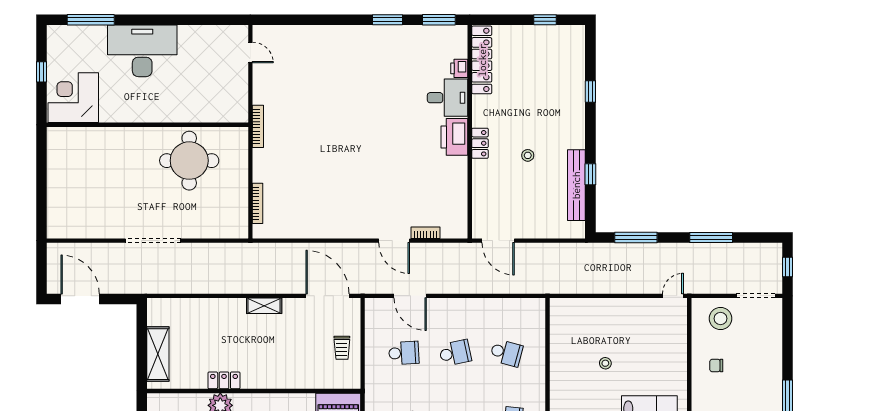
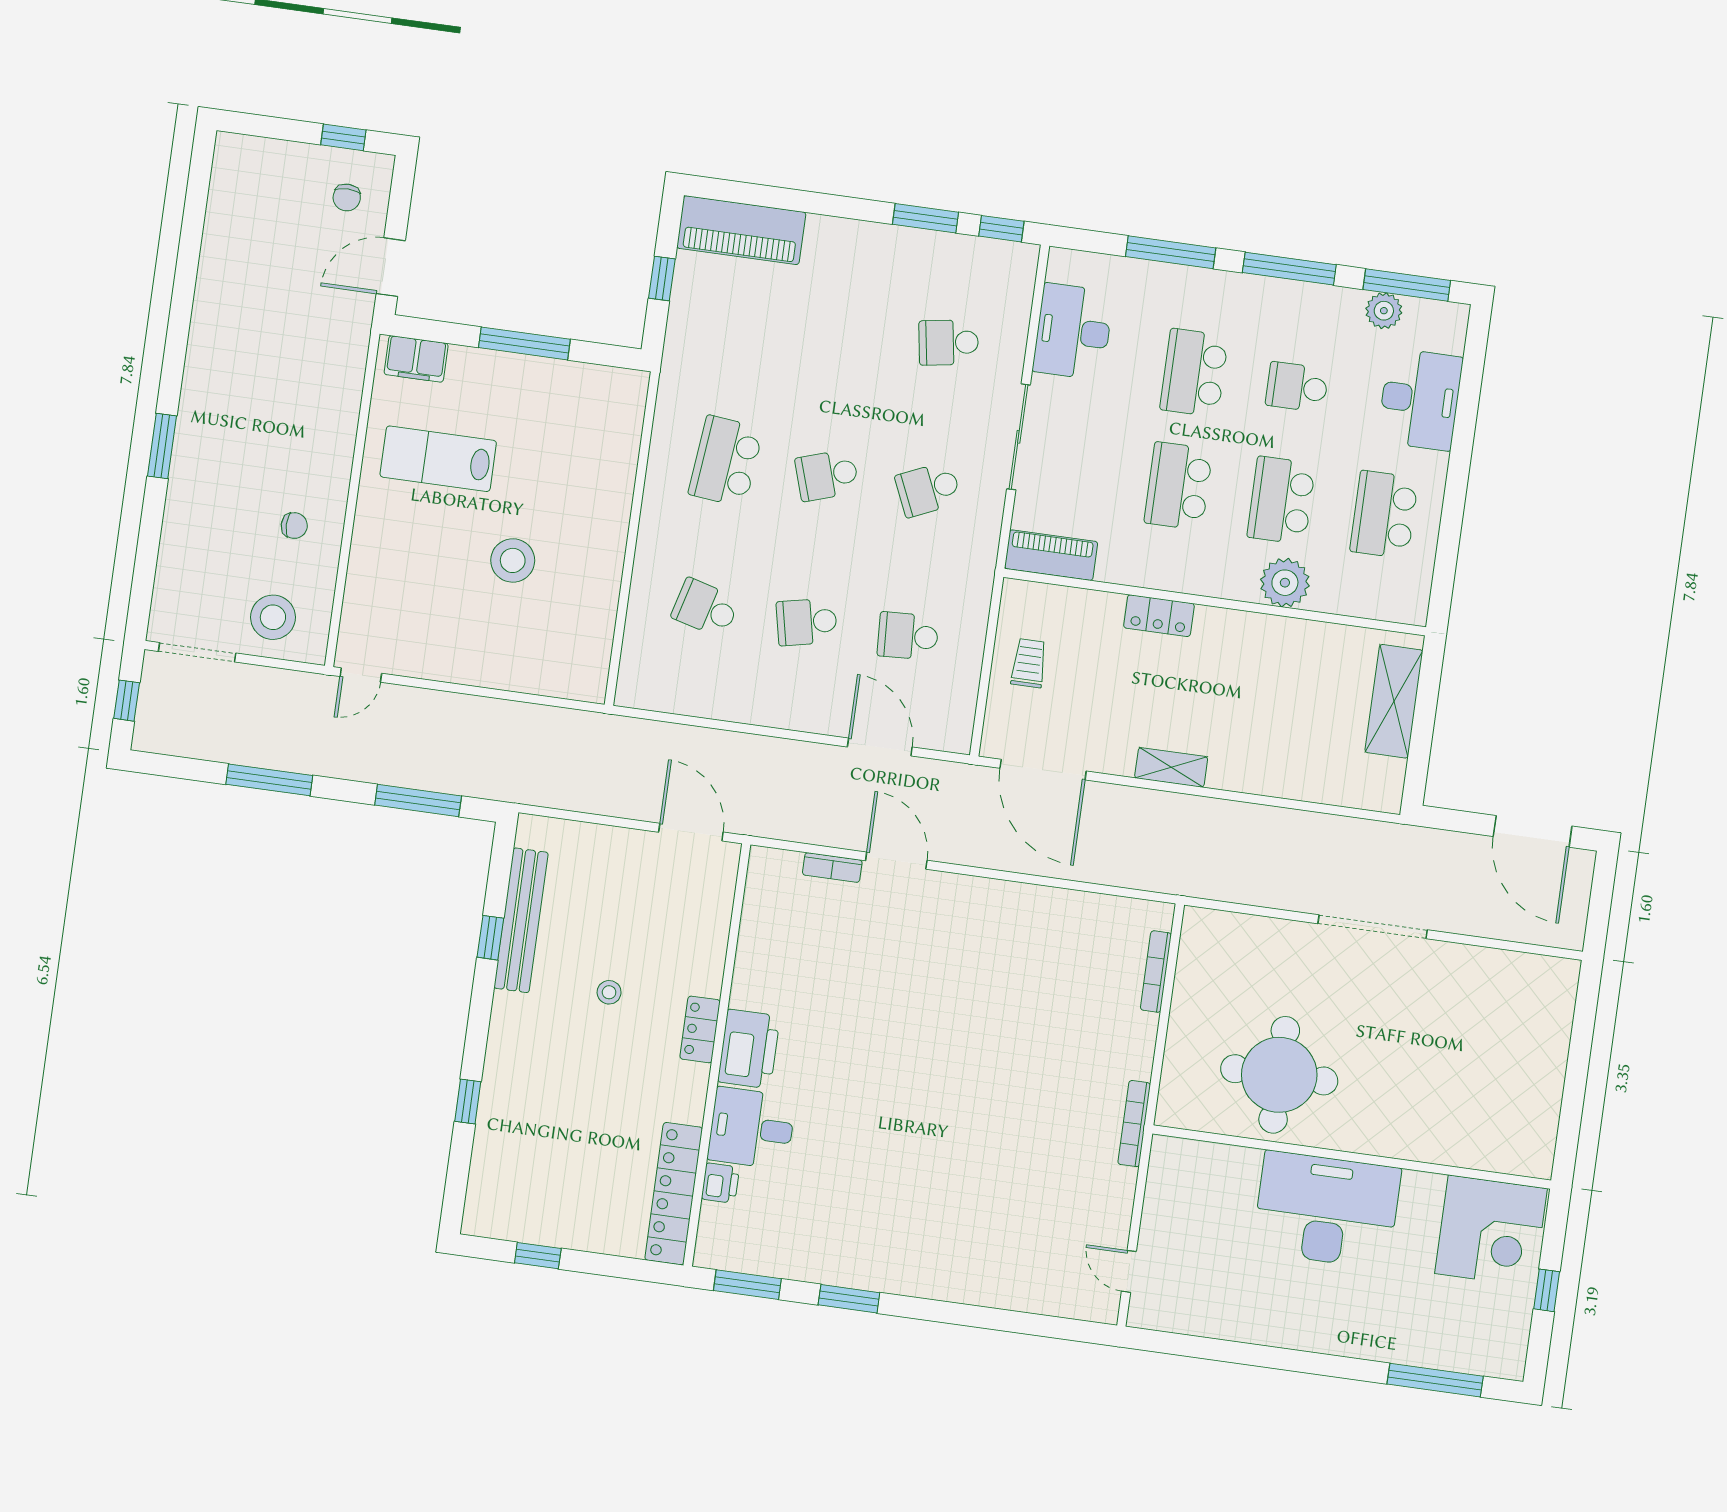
desk: (142, 51) -> (1327, 1210), moved, turned 180
stool: (605, 363) -> (513, 560), width x1.89, depth x1.89
locker: (224, 380) -> (1159, 616), moved

